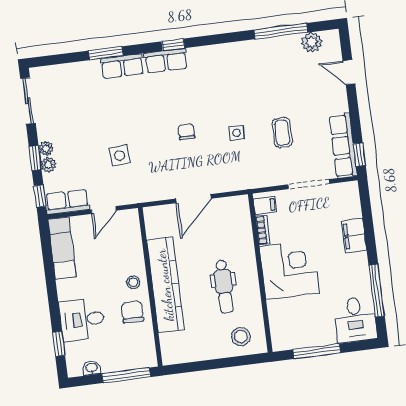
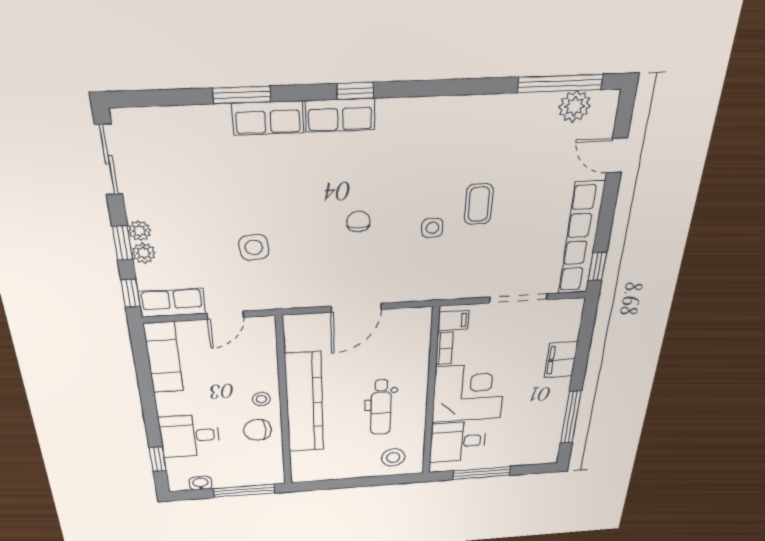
window: (281, 31) -> (560, 83), moved
coffee table: (282, 133) -> (479, 204), moved
row of seats: (343, 146) -> (581, 239), width x1.36
chair: (132, 312) -> (257, 430), turned -90
desk: (355, 320) -> (458, 442), moved, turned 90

